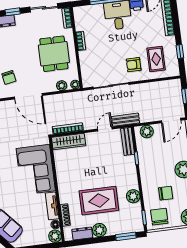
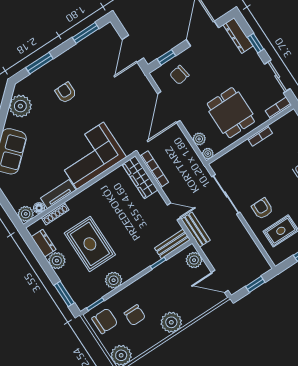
dining table: (54, 54) -> (231, 113), turned 90

